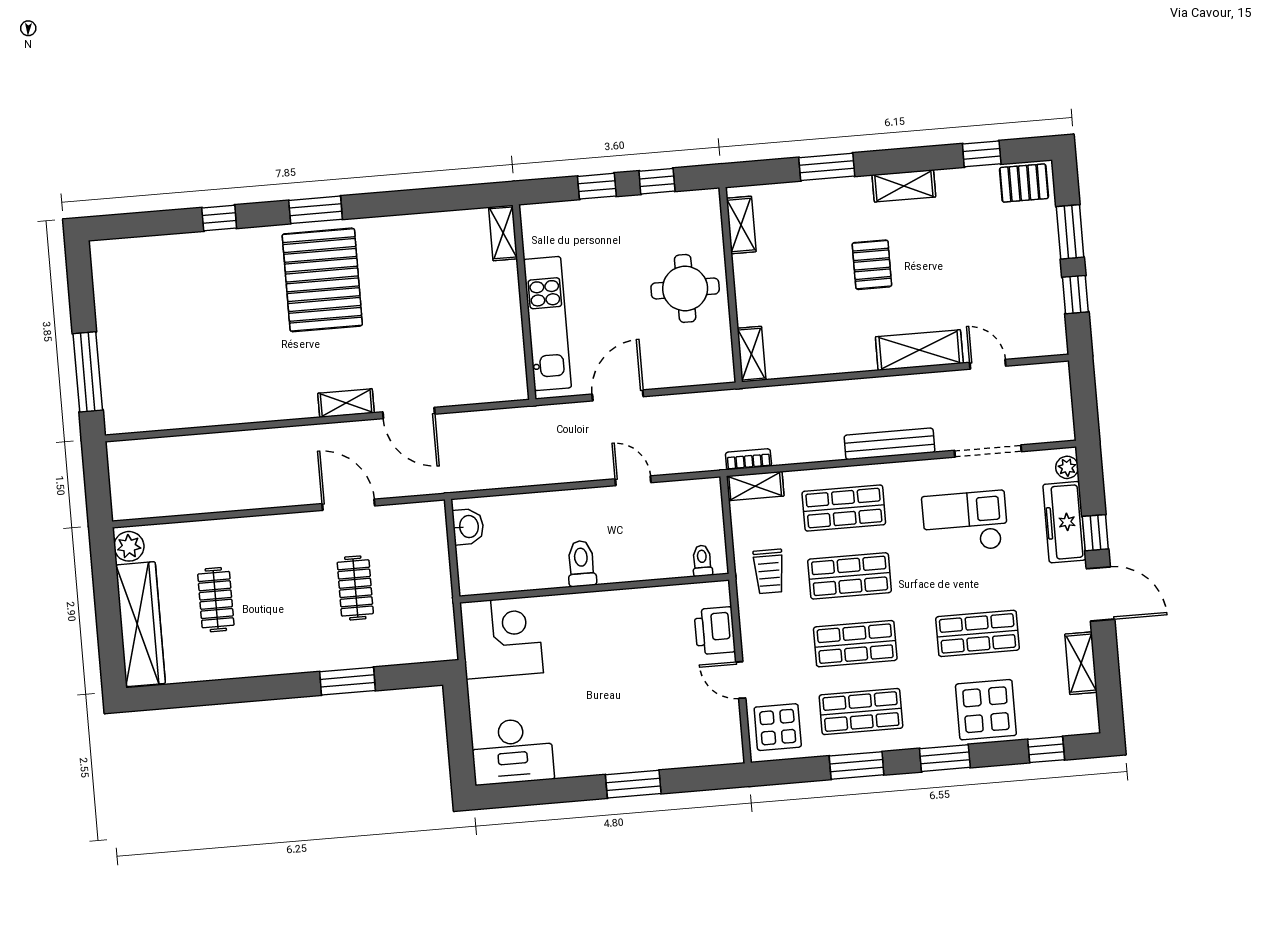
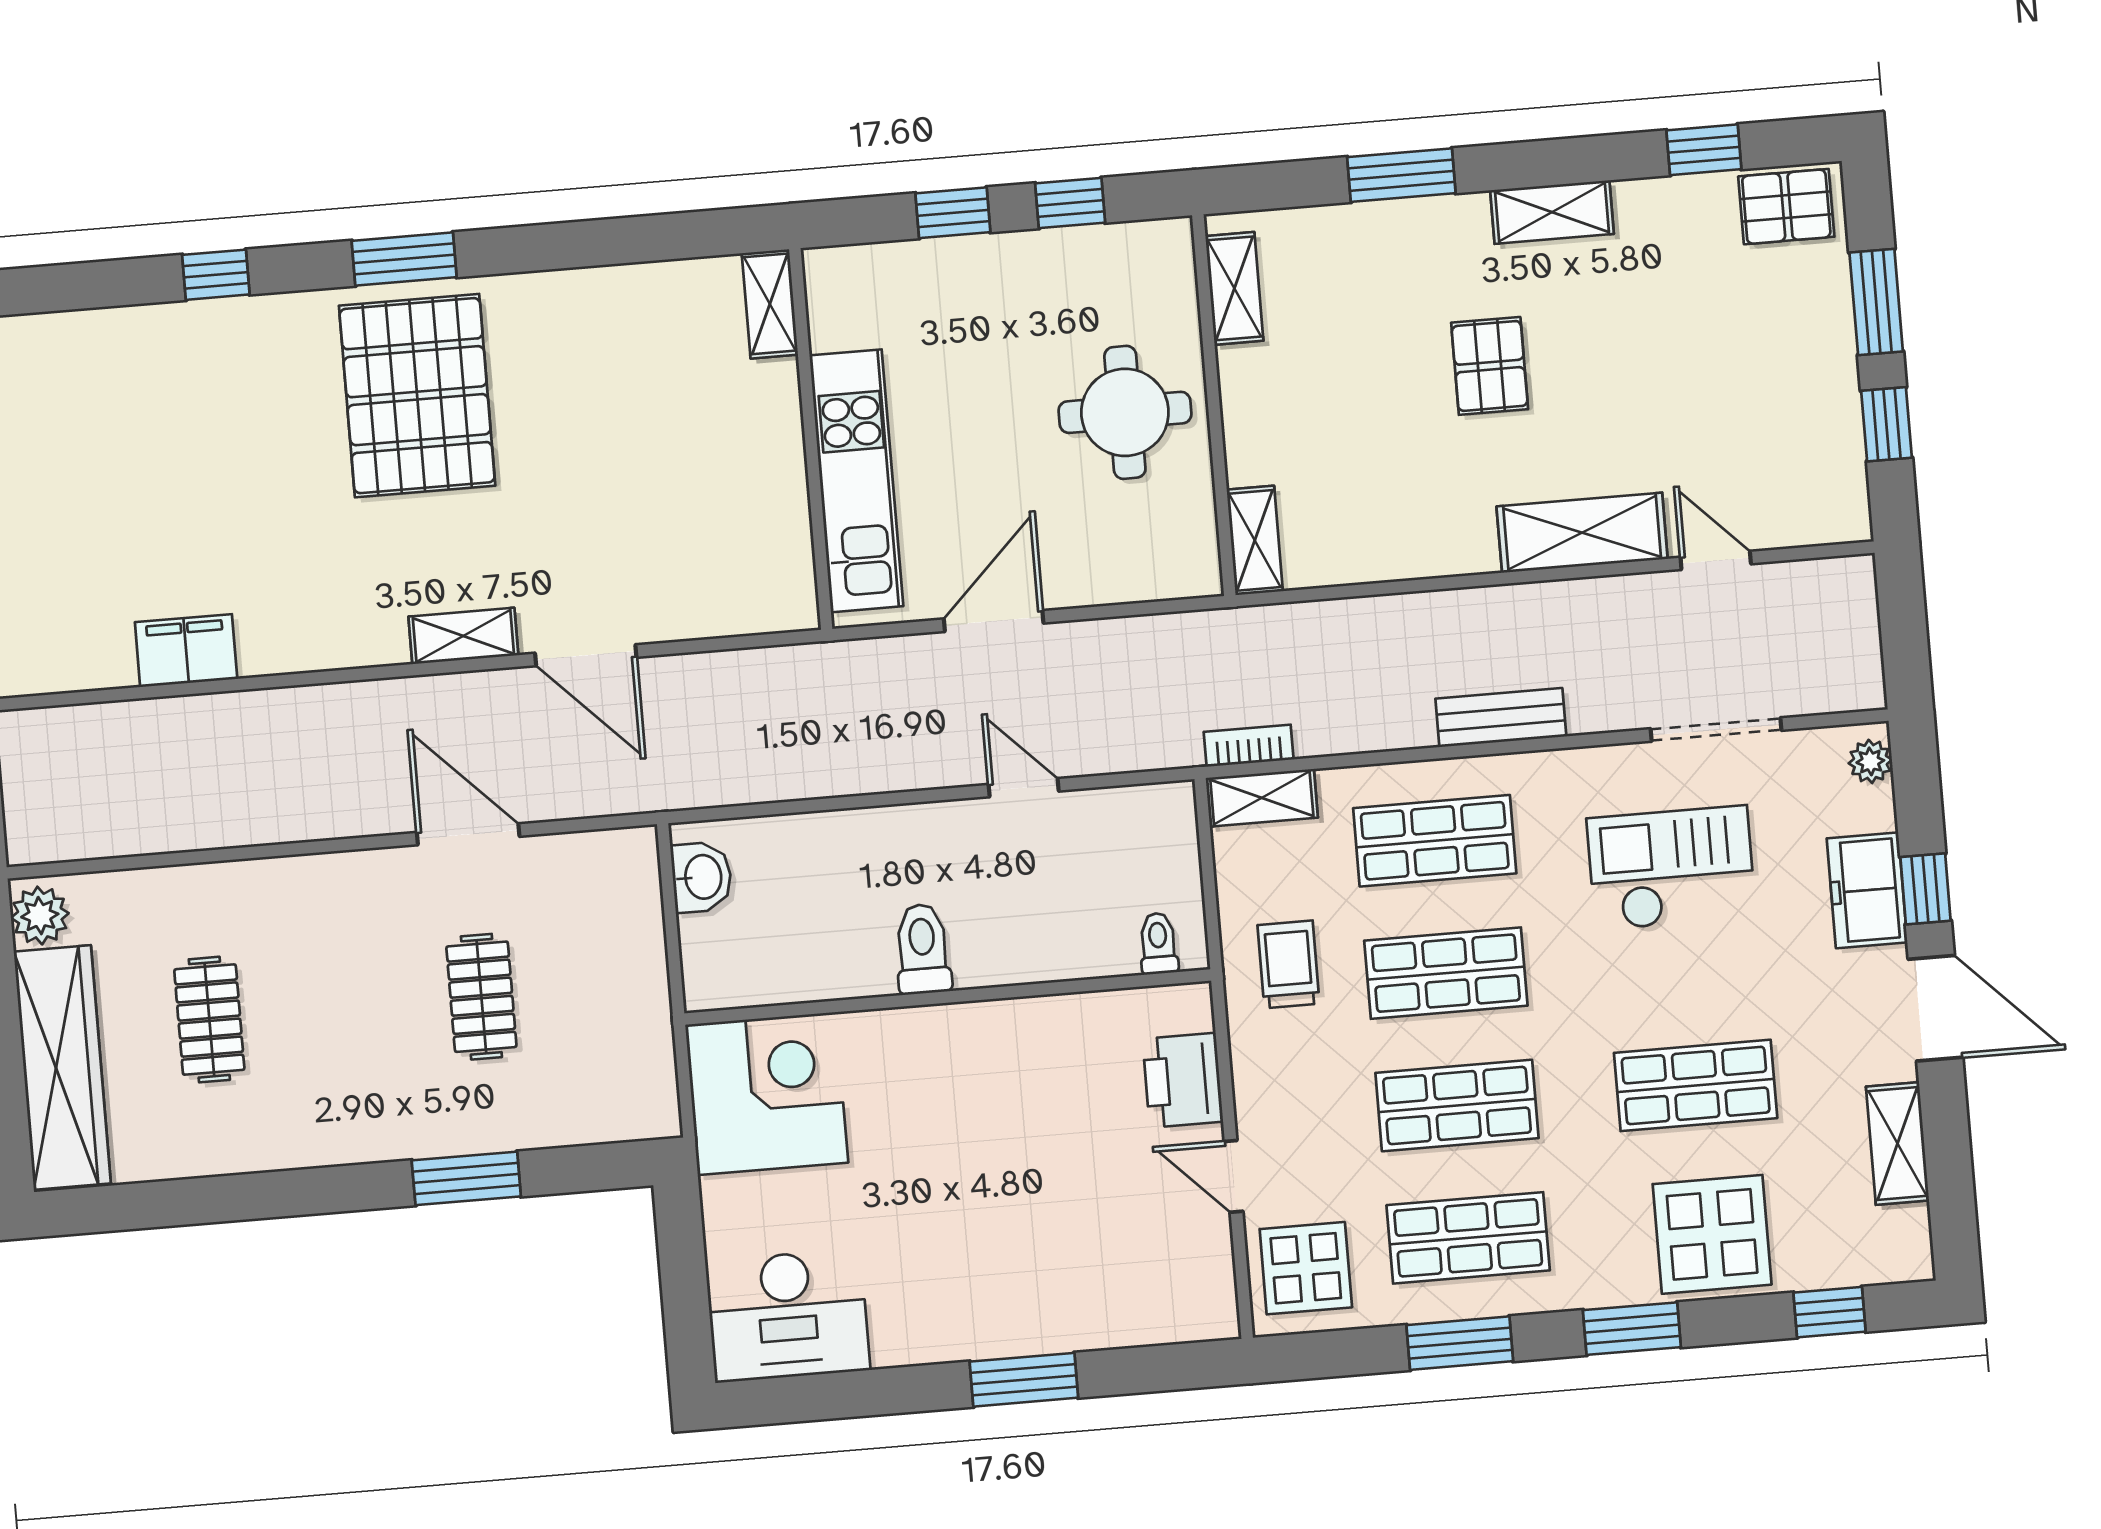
filing cabinet: (204, 411) -> (186, 651), added
bench: (890, 444) -> (1501, 718), width x0.73
freezer: (1064, 522) -> (1867, 890), width x0.71
trolley: (769, 571) -> (1289, 964), turned 180

